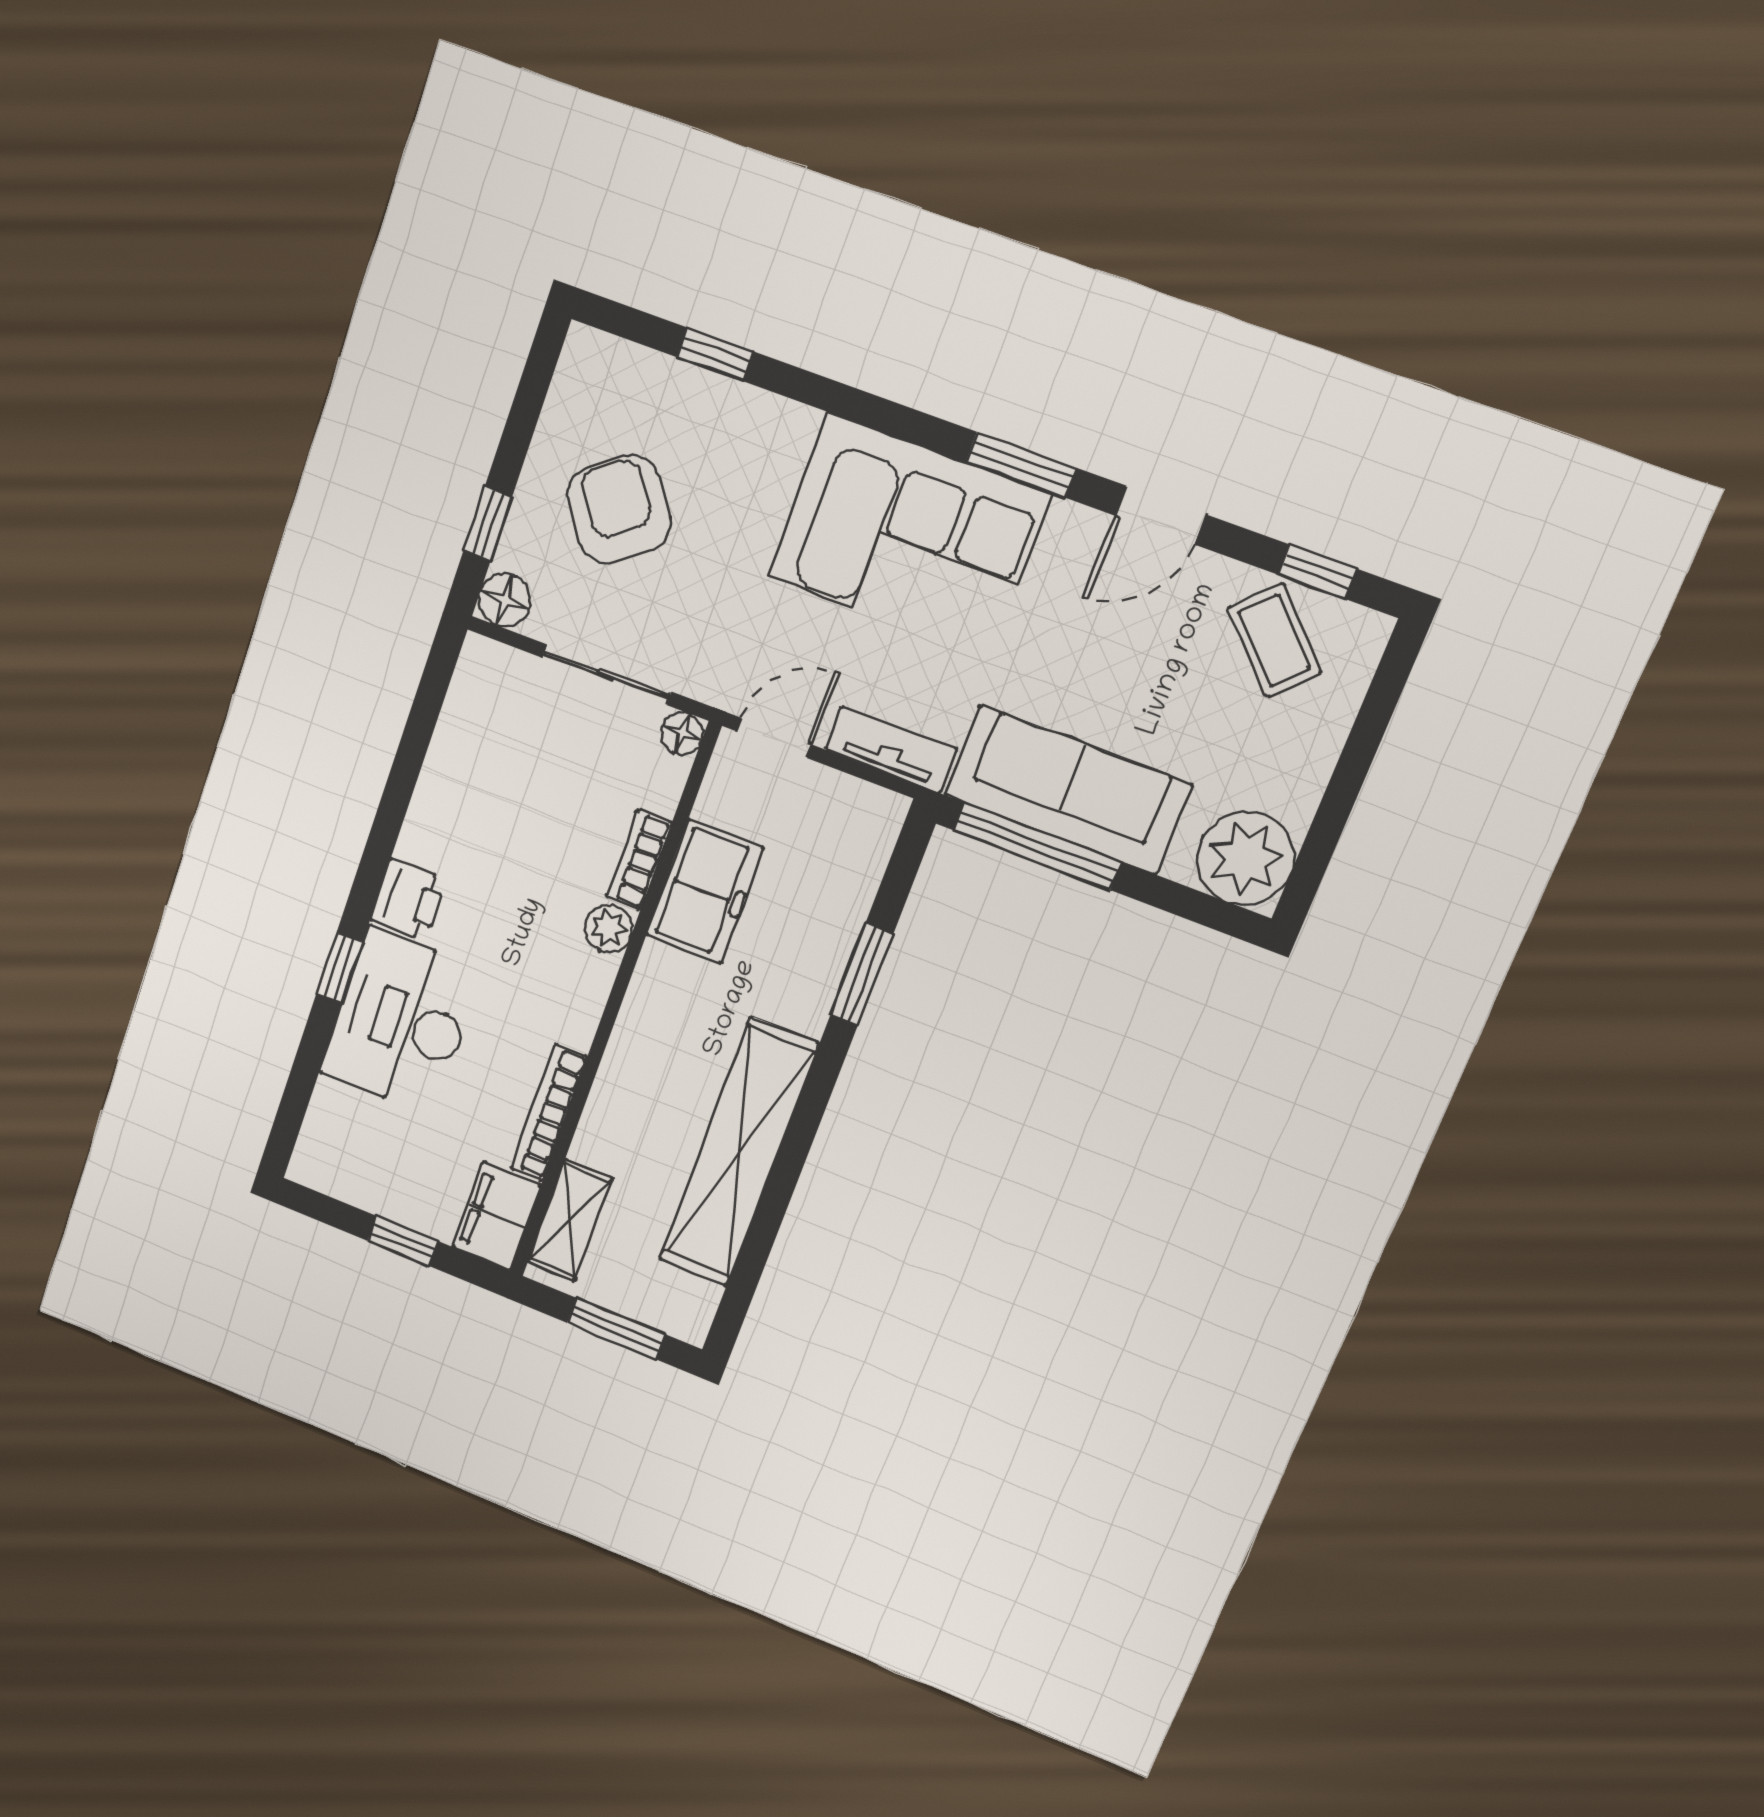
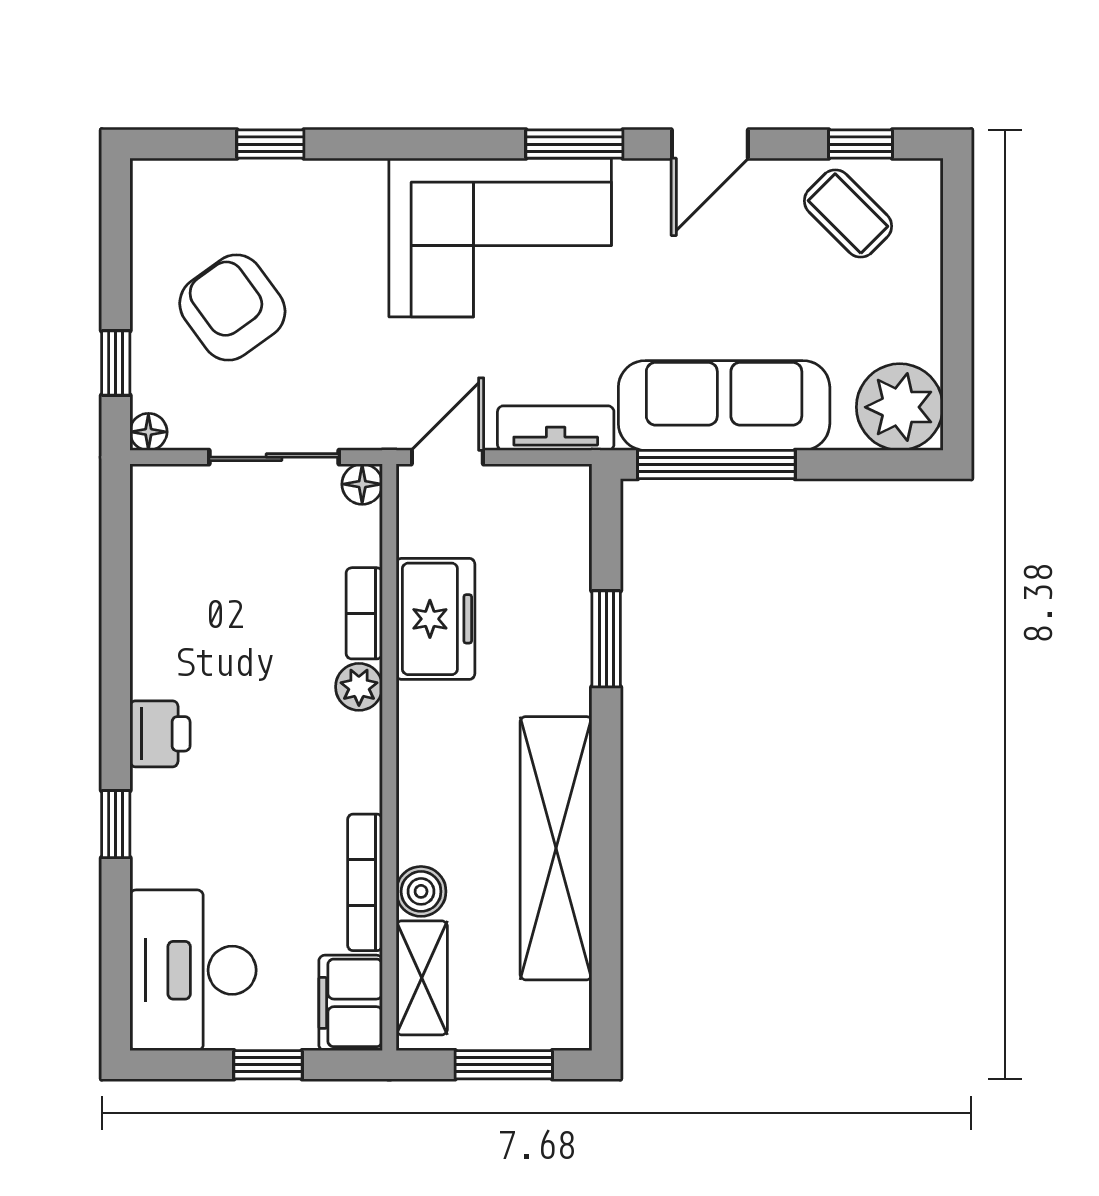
floor lamp: (505, 600) -> (148, 432), width x0.73, depth x0.73
desk: (401, 1021) -> (193, 970), moved
boiler: (598, 1142) -> (421, 891), added

